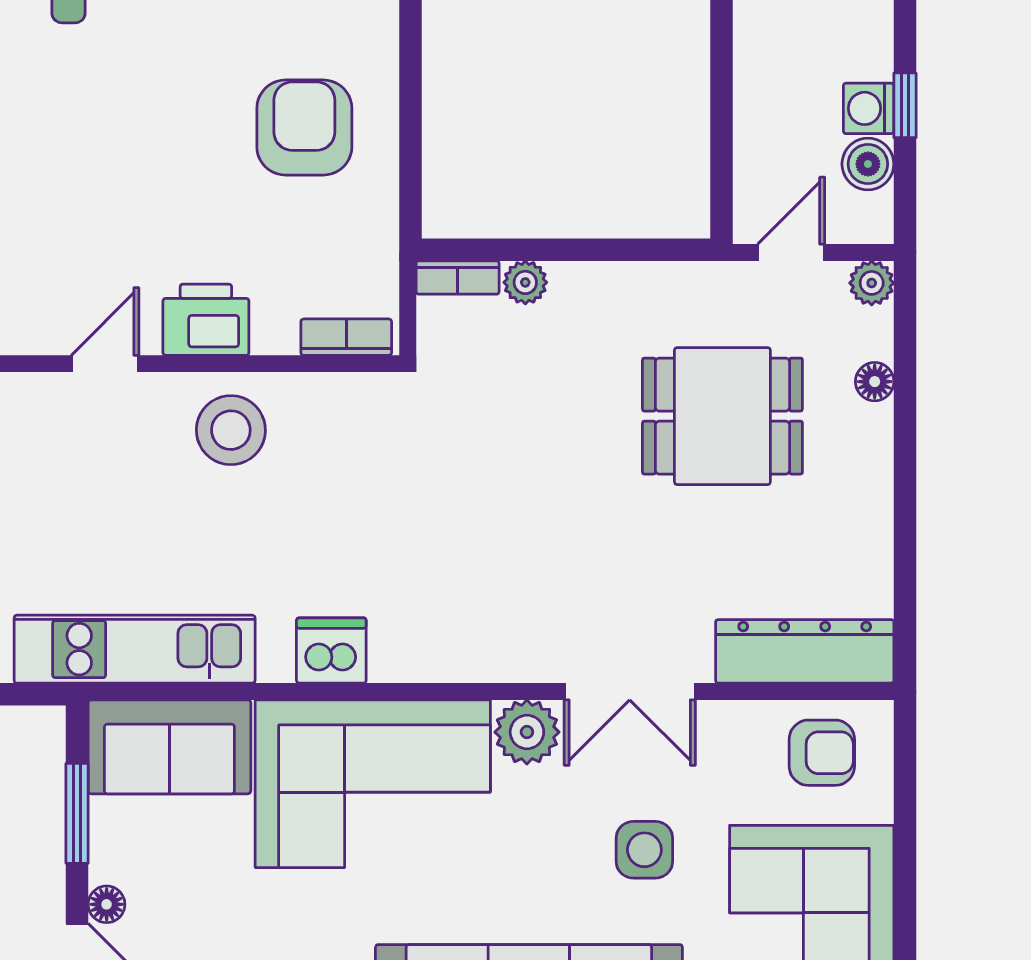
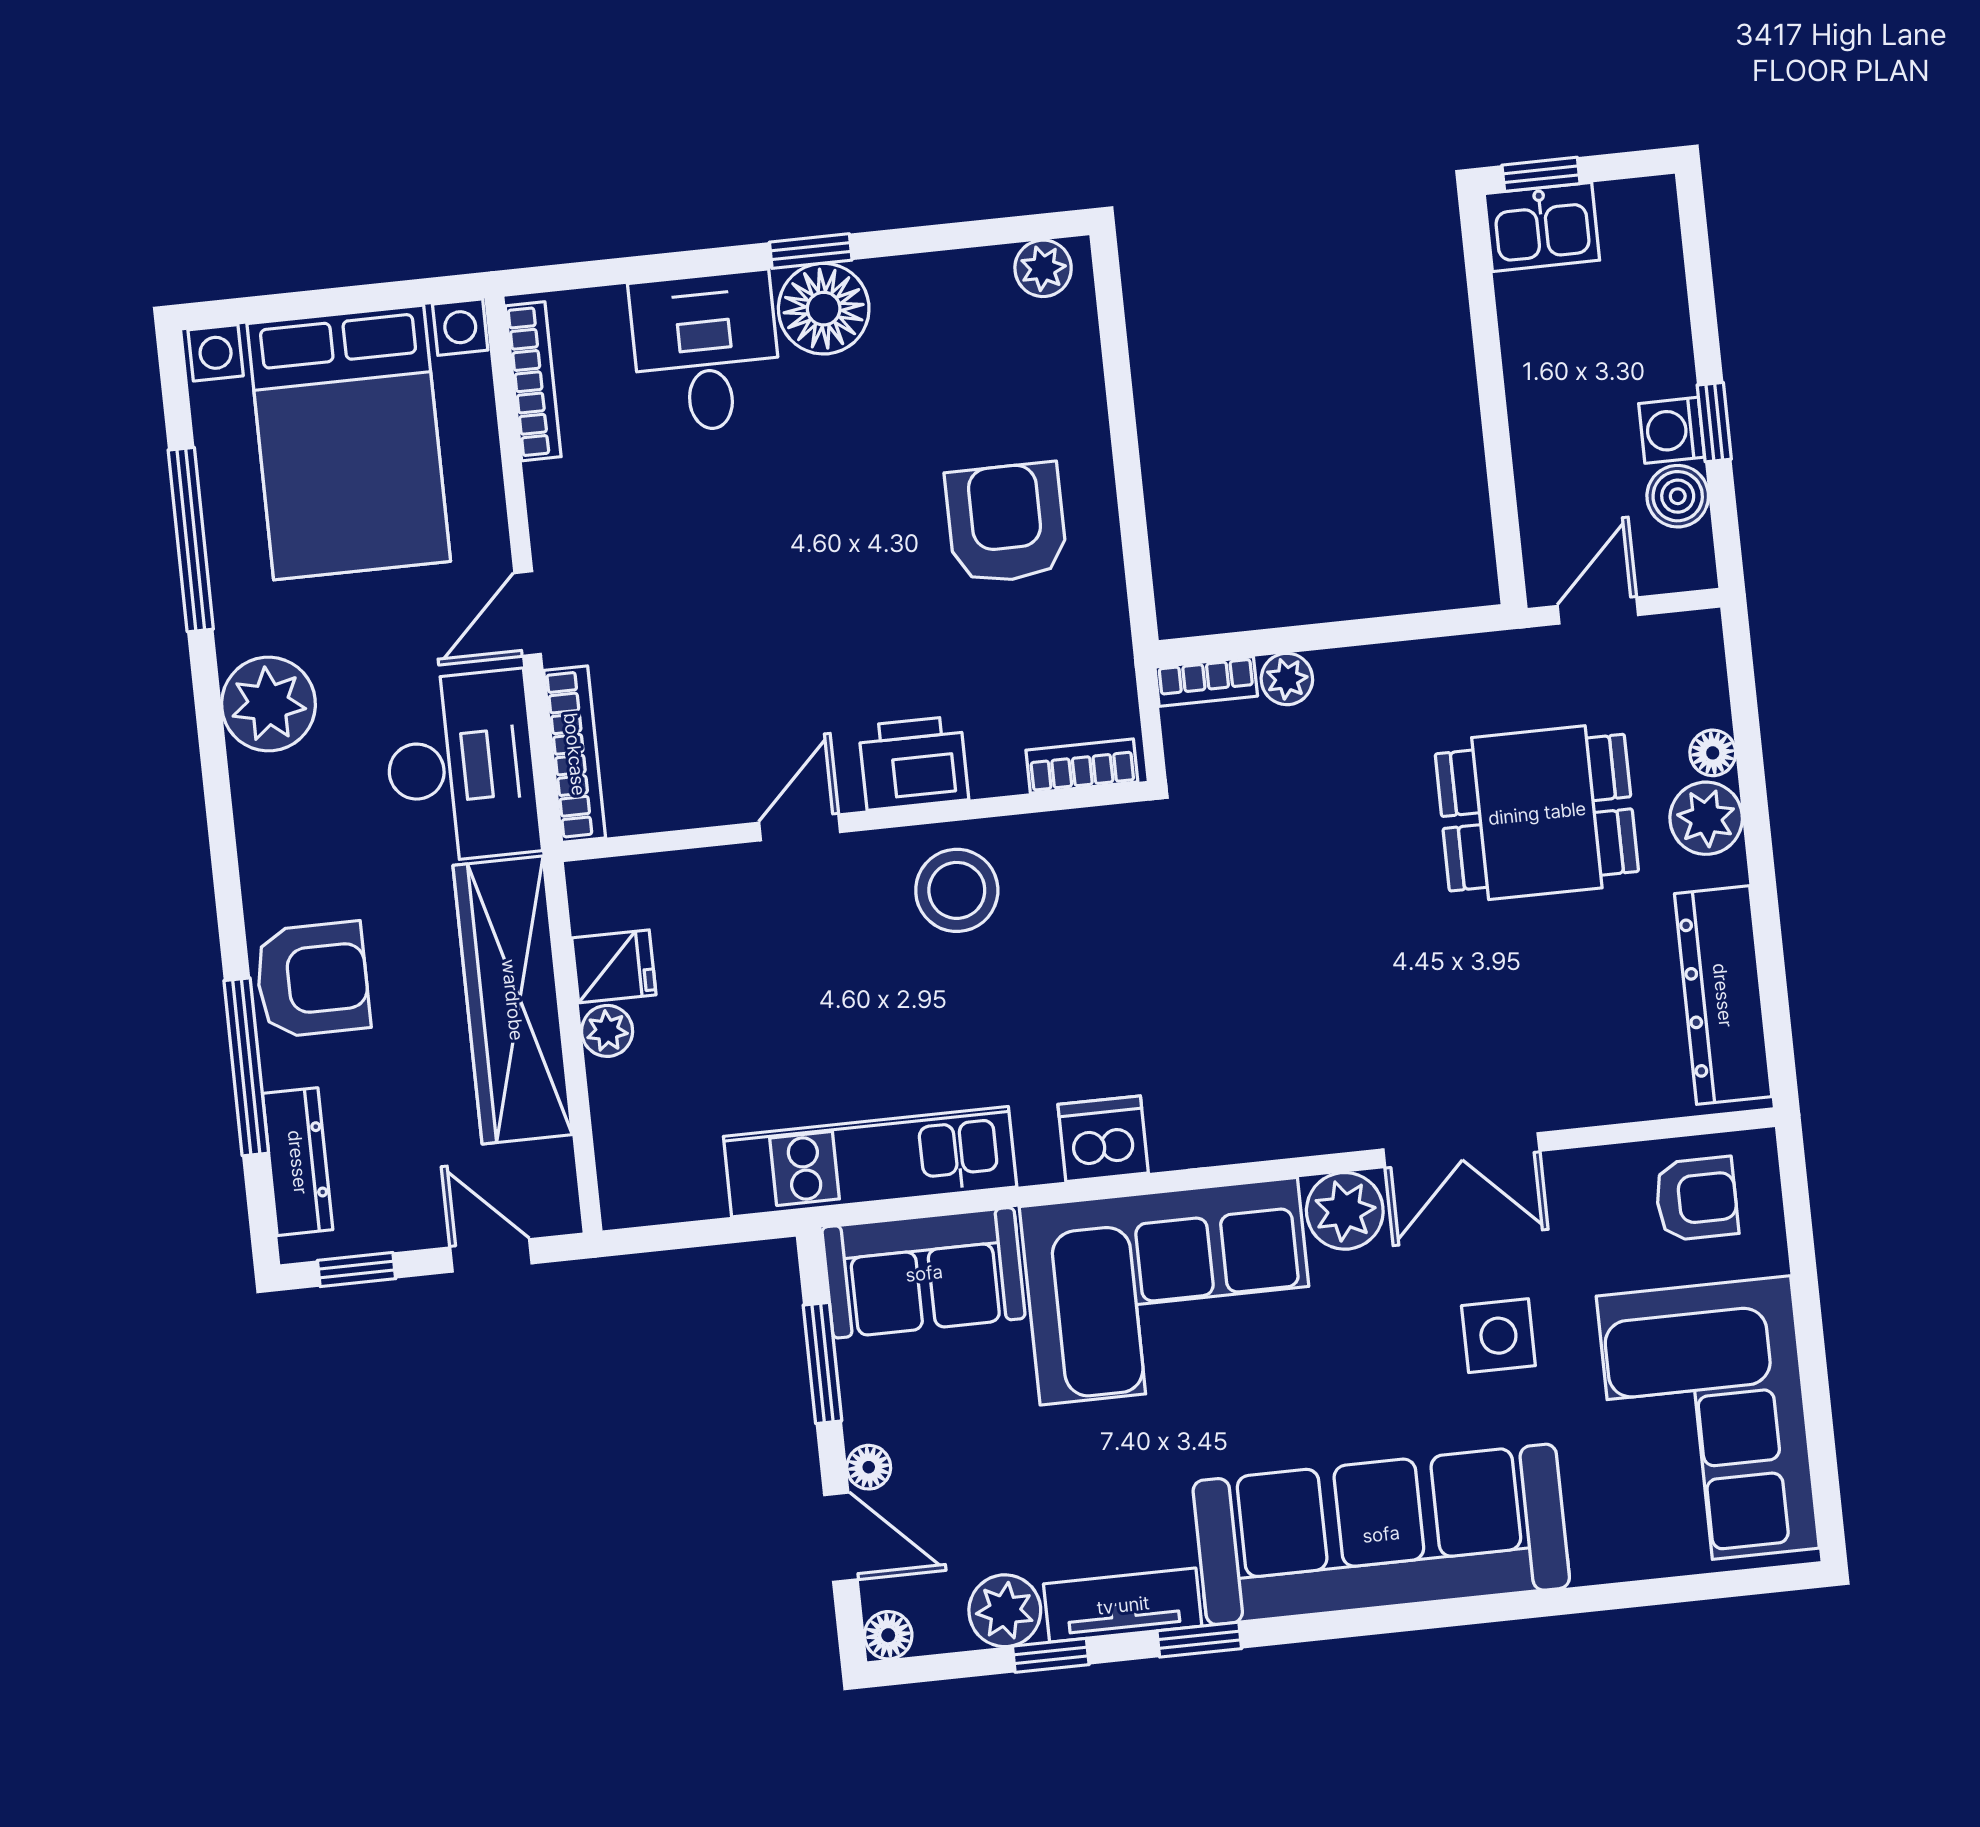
plant: (872, 283) -> (1706, 818), moved, width x1.38, depth x1.38
dresser: (805, 651) -> (1723, 995), moved, turned -90

